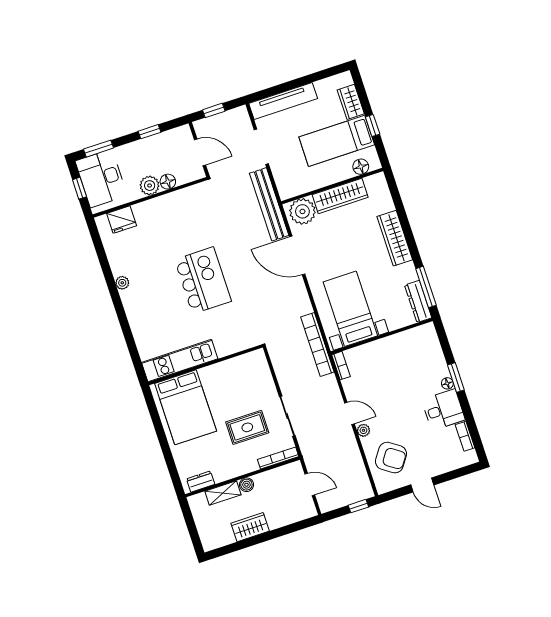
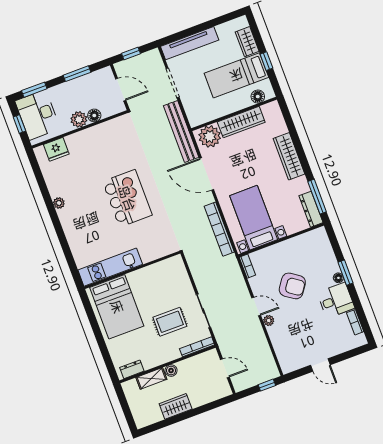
window: (149, 132) -> (77, 74), width x1.50
bookcase: (317, 345) -> (219, 229), moved
armchair: (391, 458) -> (292, 286), moved

